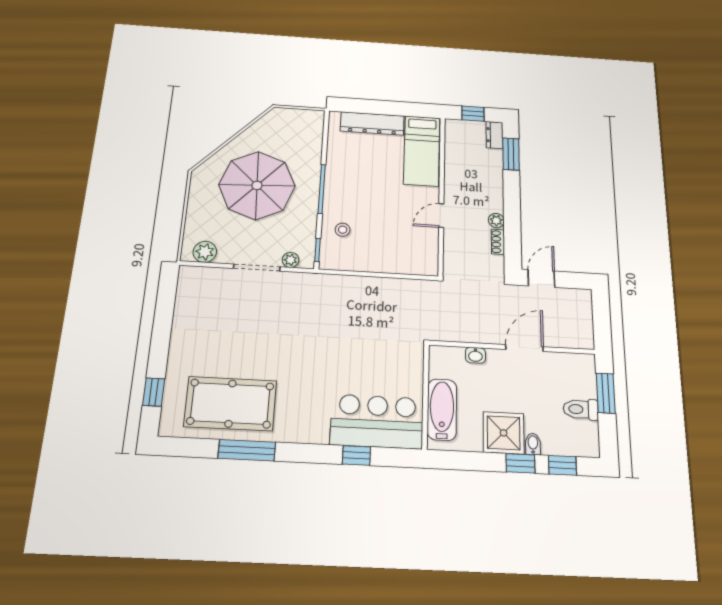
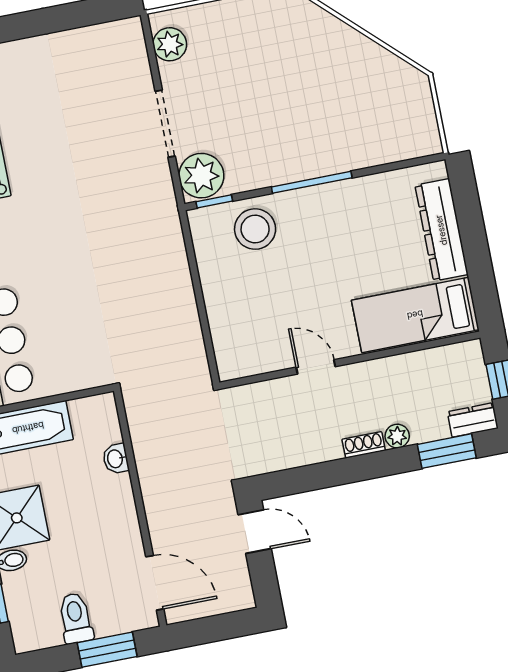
parasol: (257, 185) -> (292, 87), removed
plant: (496, 221) -> (397, 436), moved
stool: (343, 230) -> (255, 229), width x1.89, depth x1.89
shoe rack: (498, 242) -> (364, 445), moved
plant: (291, 260) -> (201, 176), width x1.88, depth x1.88
door: (524, 348) -> (155, 583), moved

